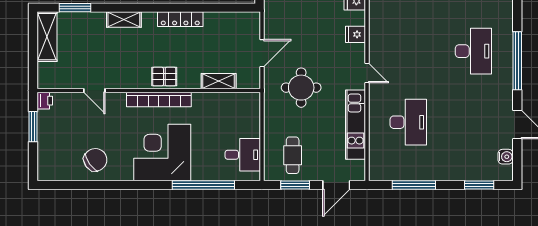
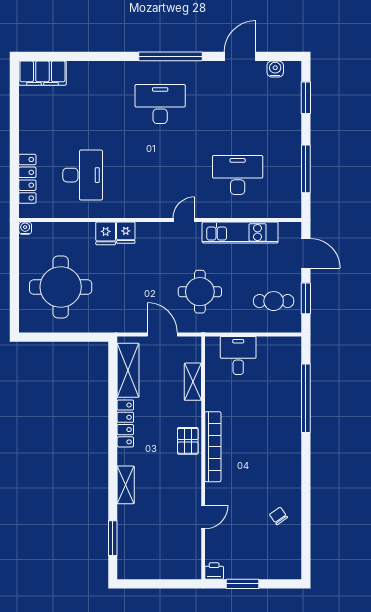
fridge: (355, 34) -> (126, 233), moved
shelving: (47, 37) -> (128, 370), moved, turned 90
corner desk: (162, 152) -> (270, 443), removed
desk: (243, 155) -> (238, 355), moved
chair: (95, 160) -> (279, 516), width x0.54, depth x0.54

